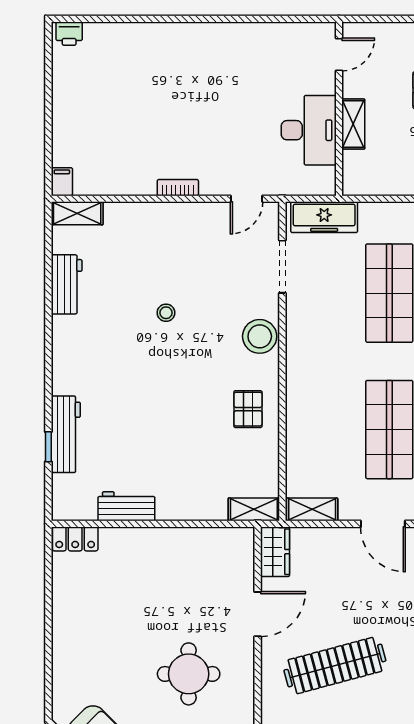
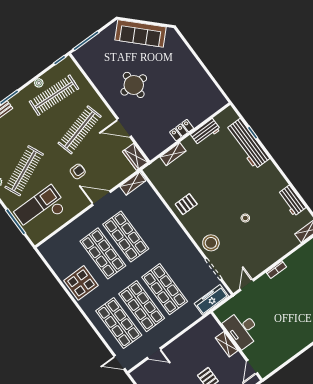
stool: (260, 336) -> (211, 243), moved
pallet: (248, 409) -> (186, 204), turned 90
workbench: (66, 434) -> (248, 144), width x1.36, depth x1.32
shelving: (254, 509) -> (173, 154), moved
locker: (75, 539) -> (182, 130), moved
armchair: (390, 598) -> (78, 171), added
door: (258, 614) -> (124, 128), hinge flipped

